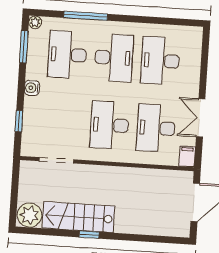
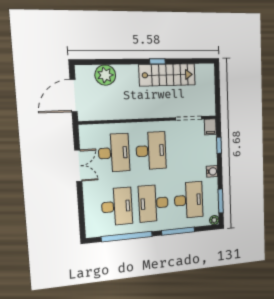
window: (152, 20) -> (127, 237), added
filing cabinet: (187, 156) -> (210, 127), moved
plant: (29, 215) -> (105, 75), moved

